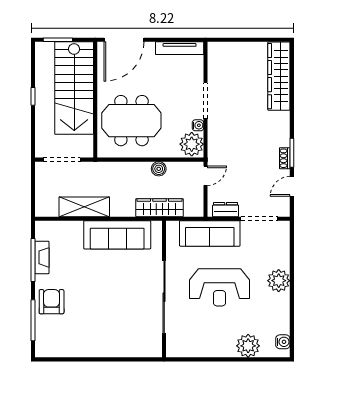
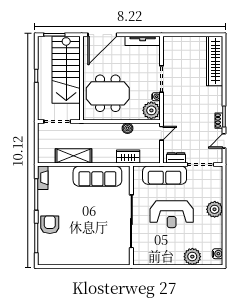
wardrobe: (160, 208) -> (128, 156), width x0.67
fireplace: (42, 257) -> (43, 178), moved

